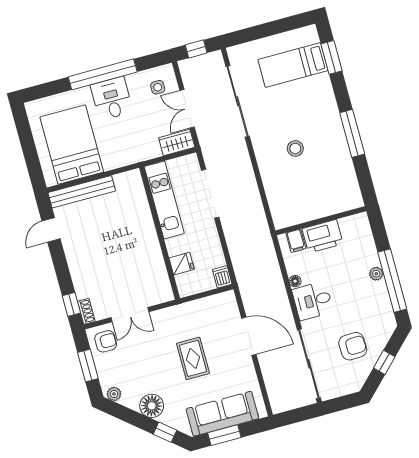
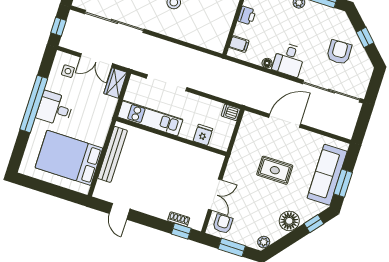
bench: (82, 192) -> (112, 154), moved
printer: (323, 236) -> (247, 15), width x0.53, depth x0.68
shoe rack: (86, 311) -> (179, 219), moved

